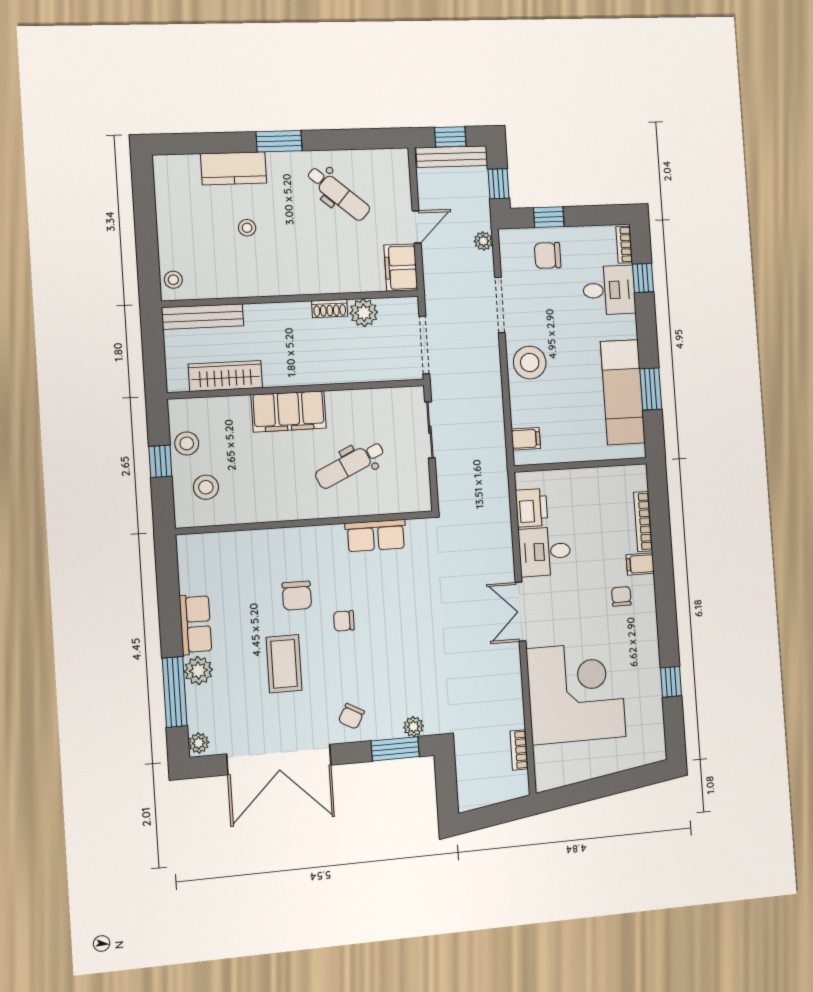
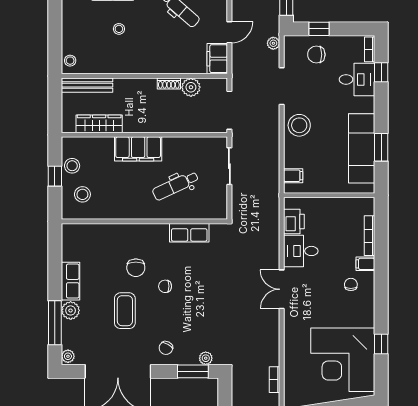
corner desk: (576, 693) -> (343, 360), moved, turned 180

